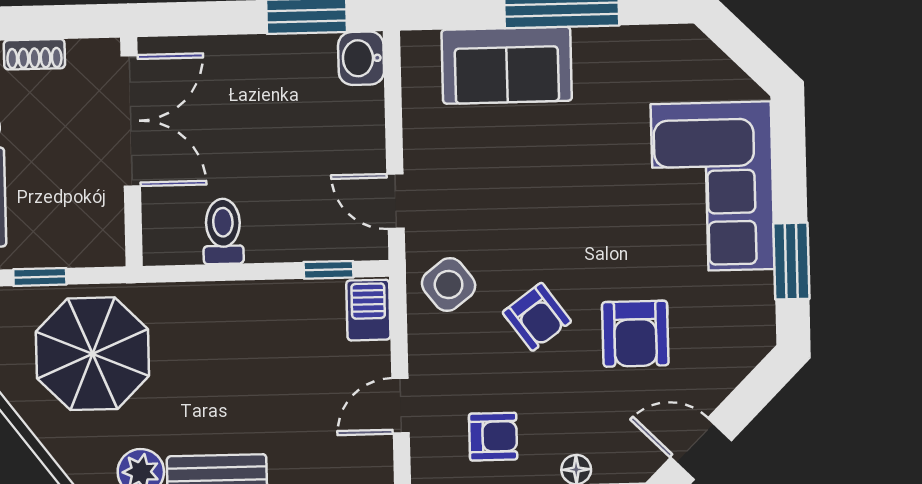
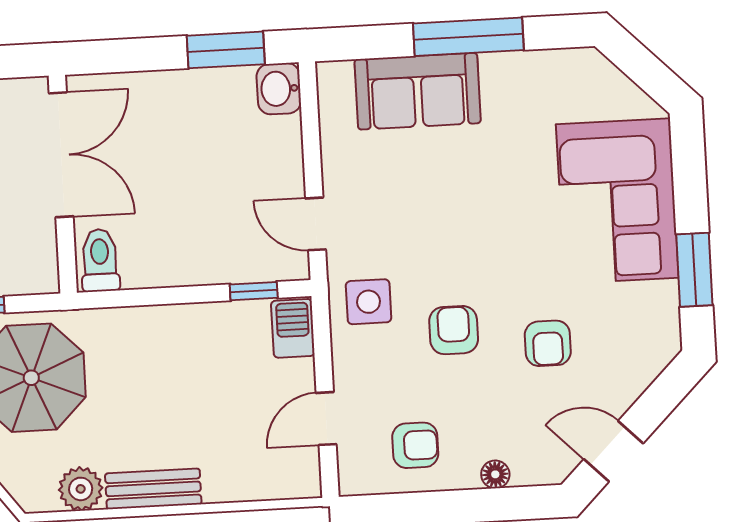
toilet: (223, 231) -> (100, 260), moved
side table: (449, 284) -> (369, 302), turned 38
armchair: (537, 317) -> (454, 330), turned -144
armchair: (635, 334) -> (548, 343), width x0.72, depth x0.72

